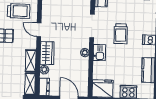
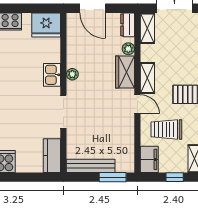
trolley: (121, 34) -> (23, 102), removed
shelving: (31, 61) -> (147, 78), moved

